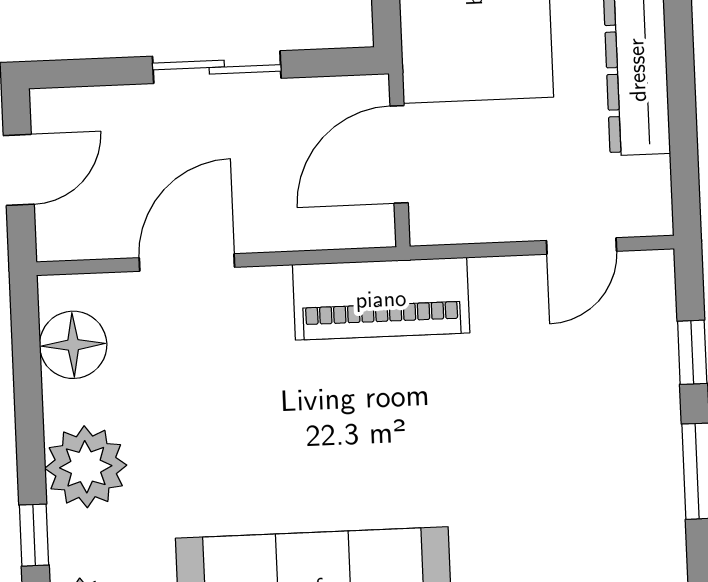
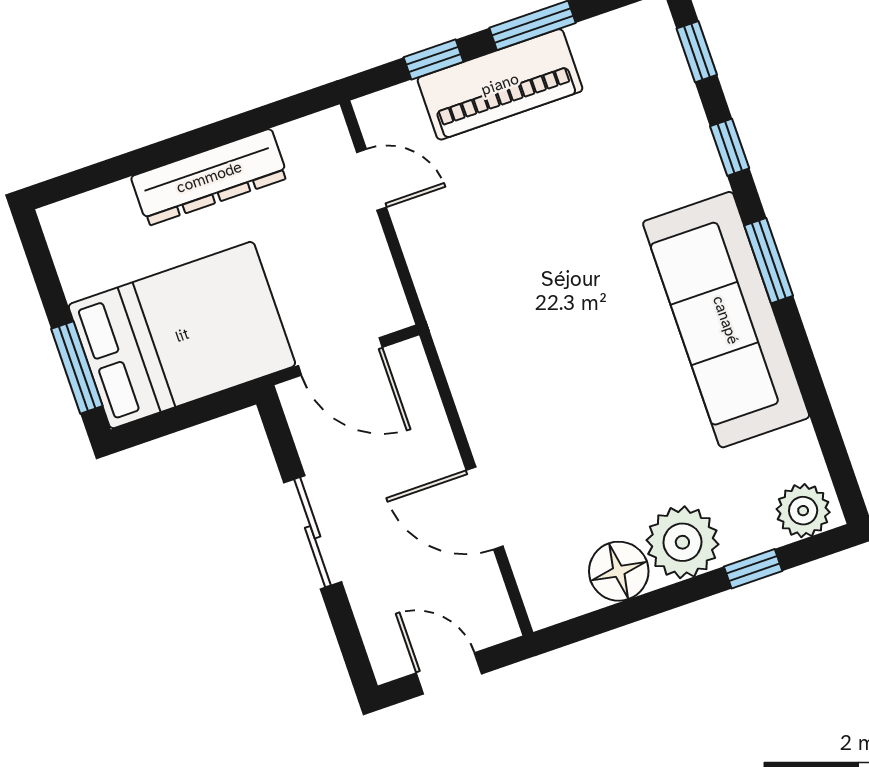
piano: (381, 299) -> (500, 84), moved, turned 90
floor lamp: (73, 345) -> (619, 571), moved

